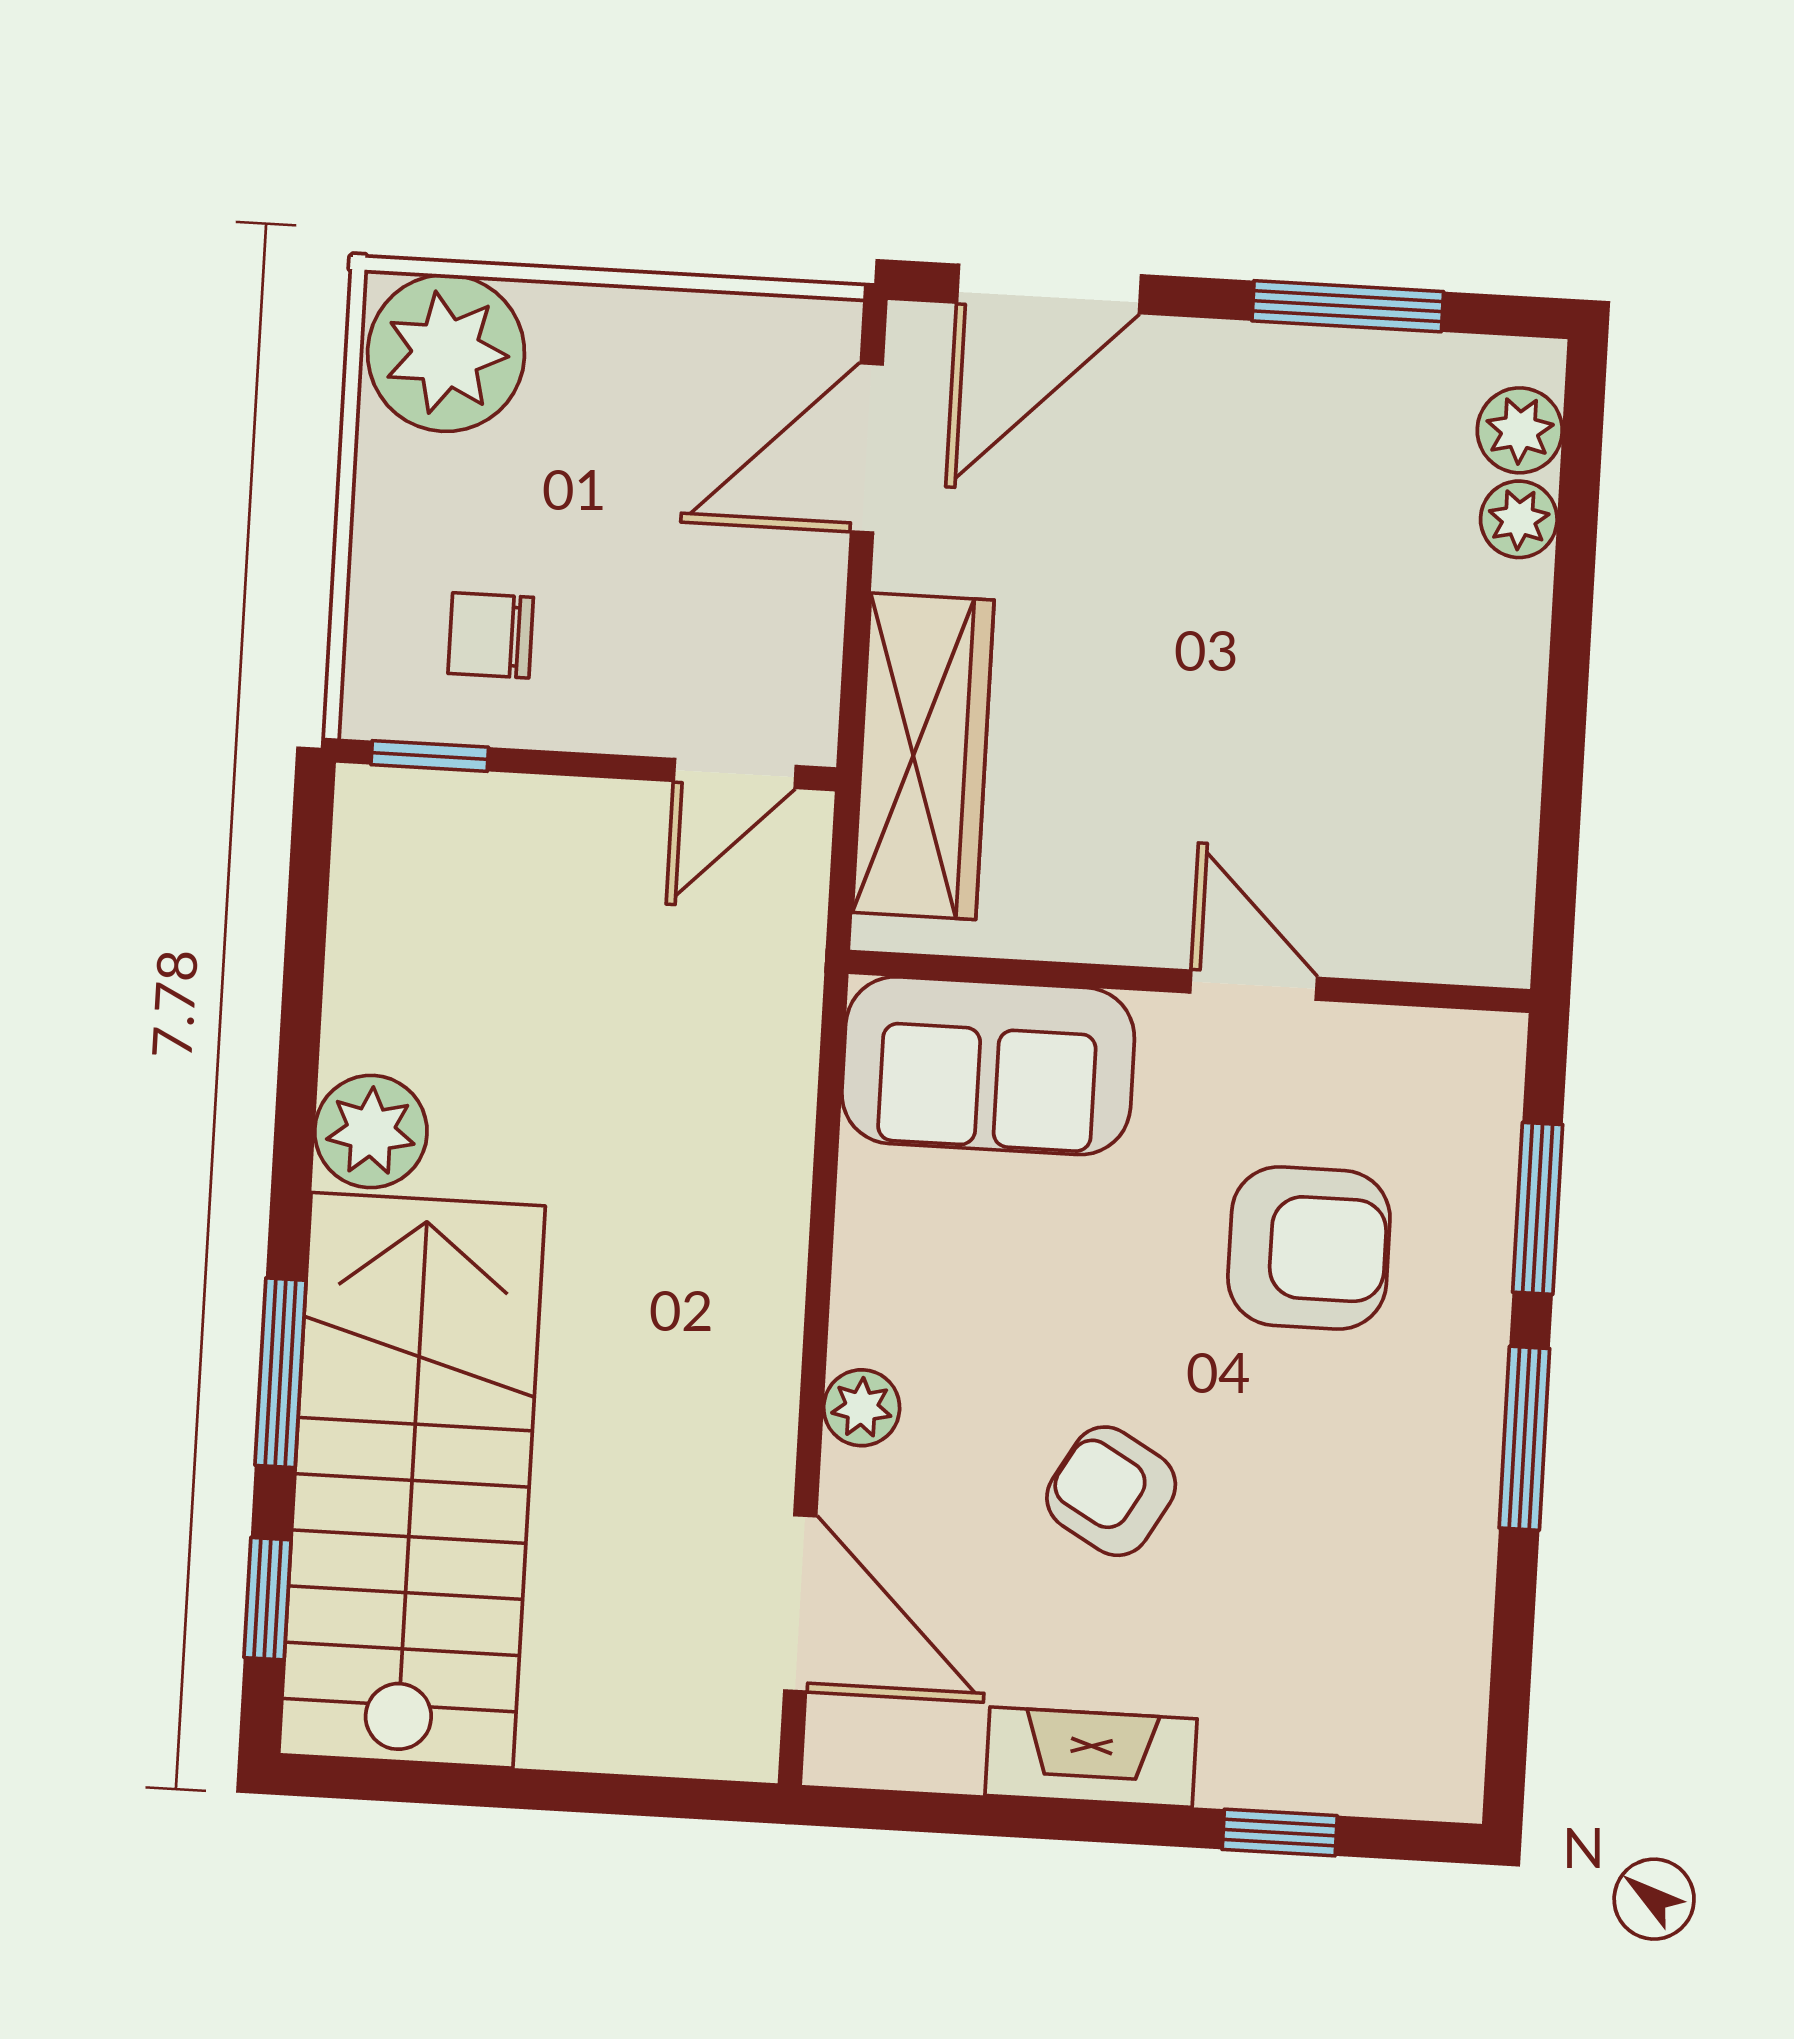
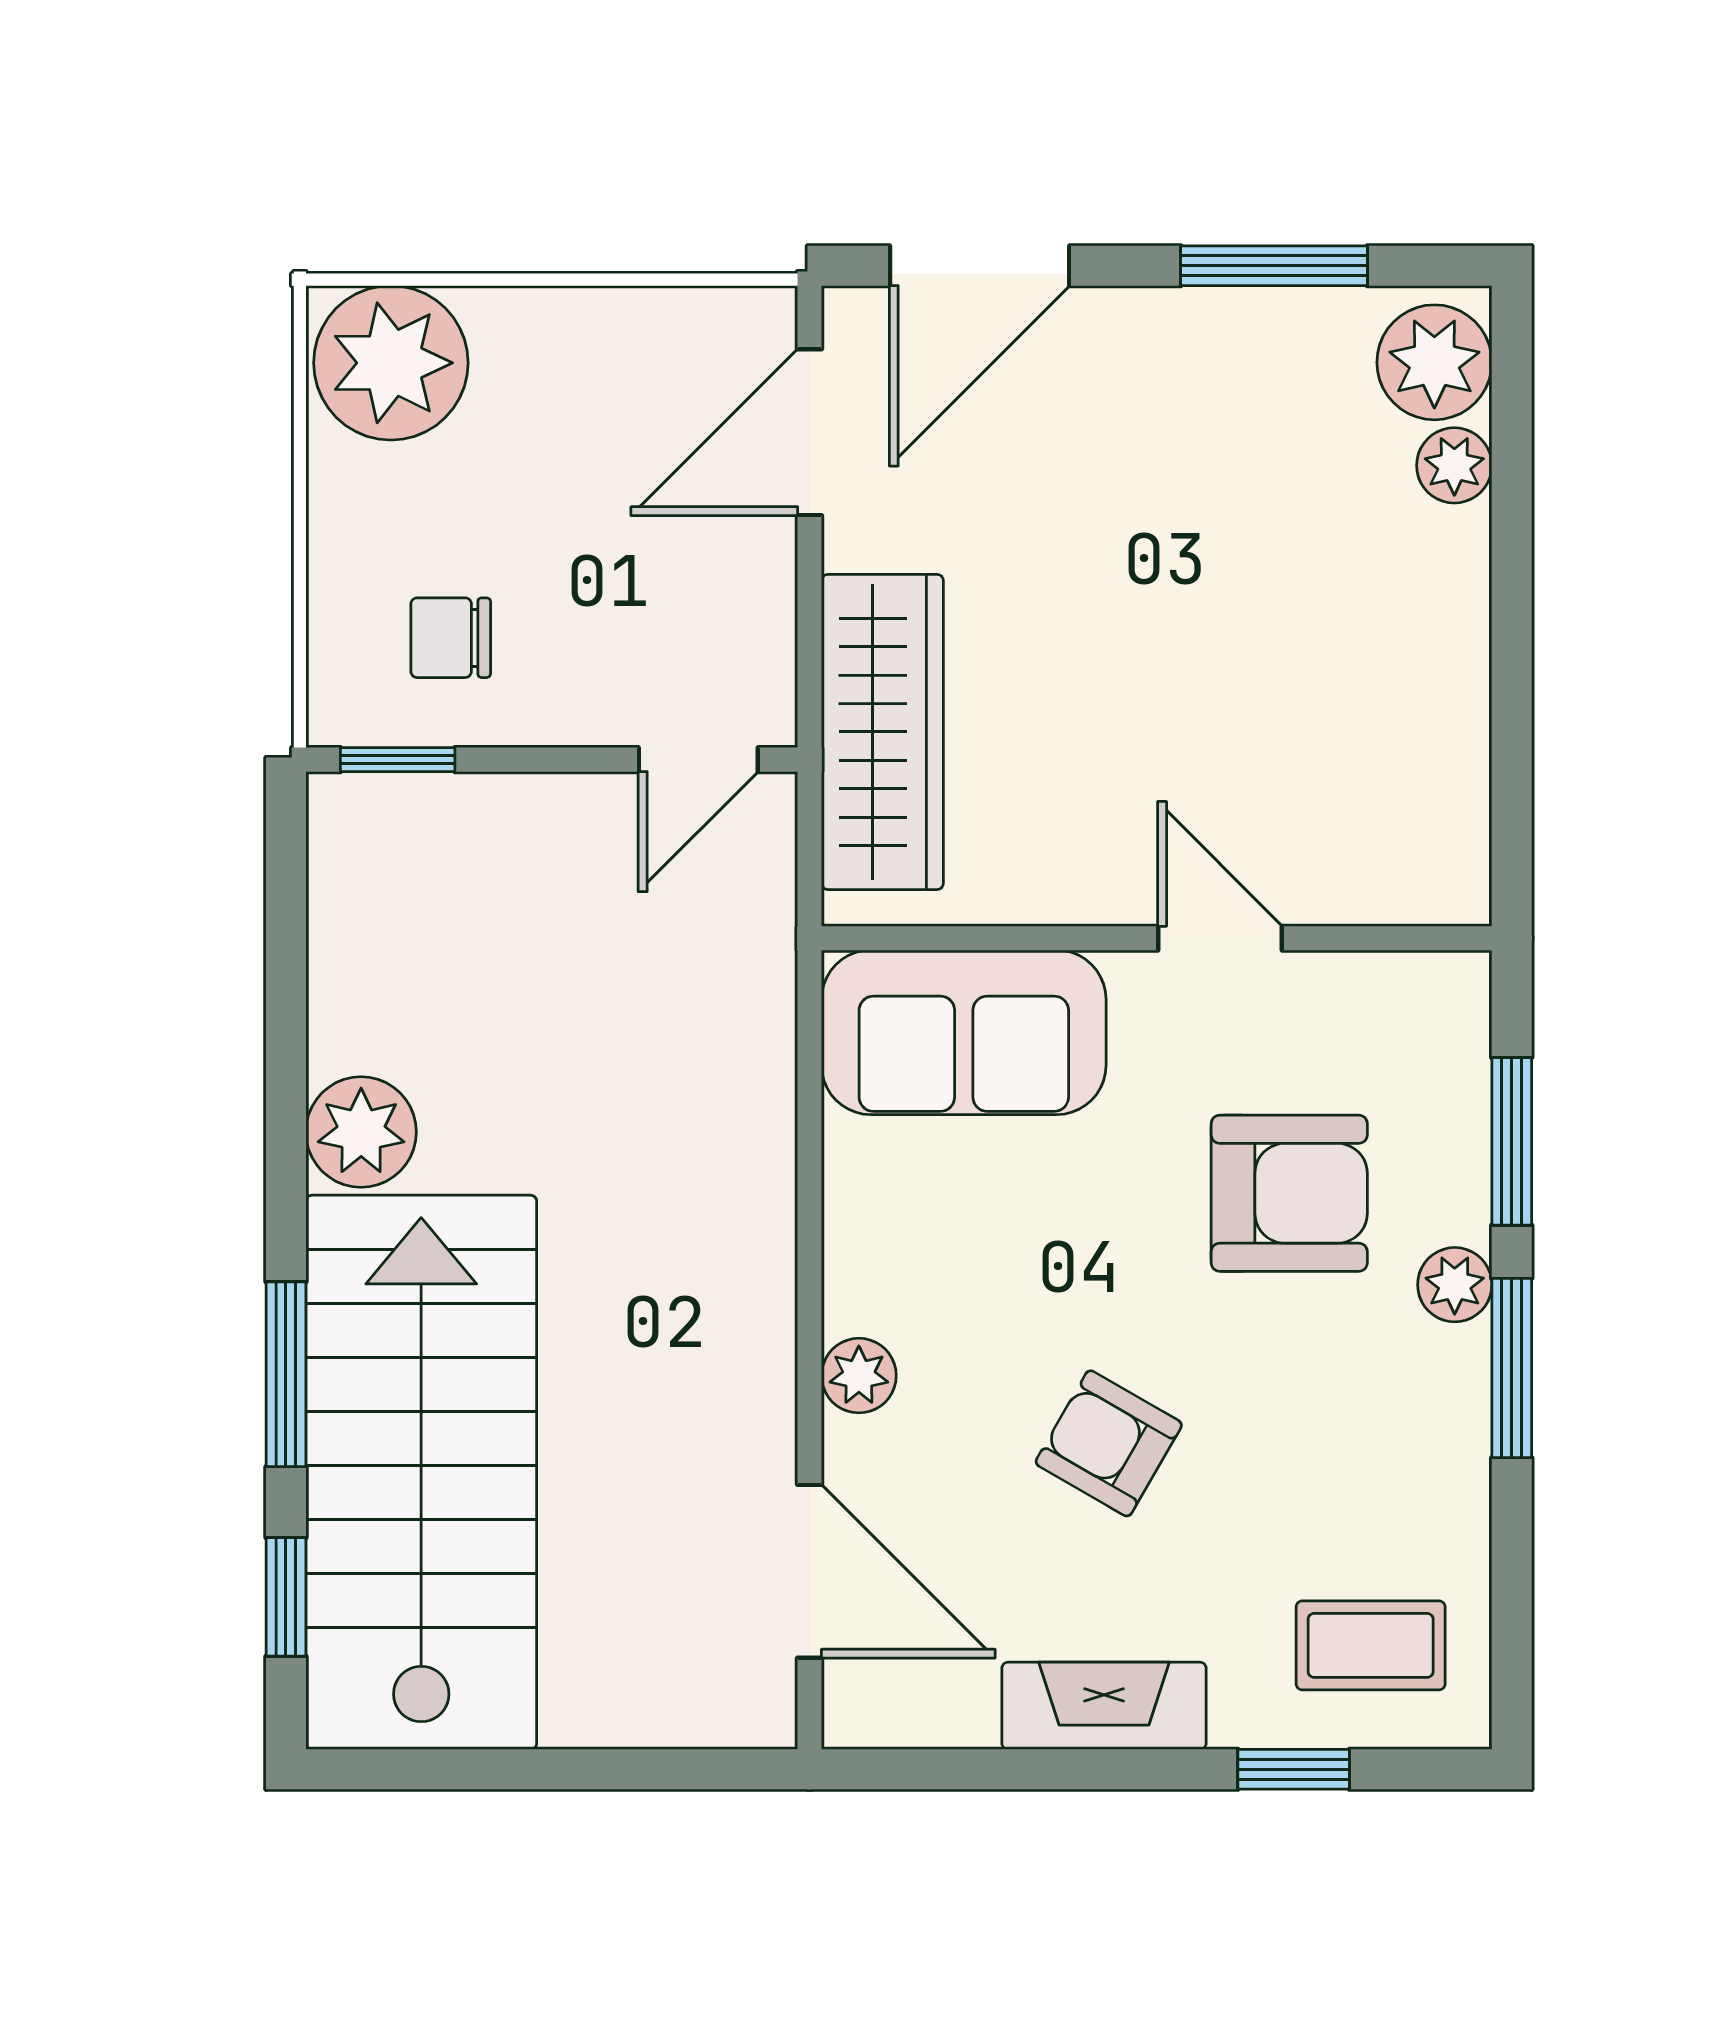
plant: (1520, 430) -> (1434, 362), width x1.38, depth x1.38
plant: (1471, 1350) -> (1455, 1285), added
coffee table: (1365, 1711) -> (1371, 1645), added

